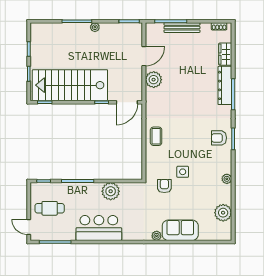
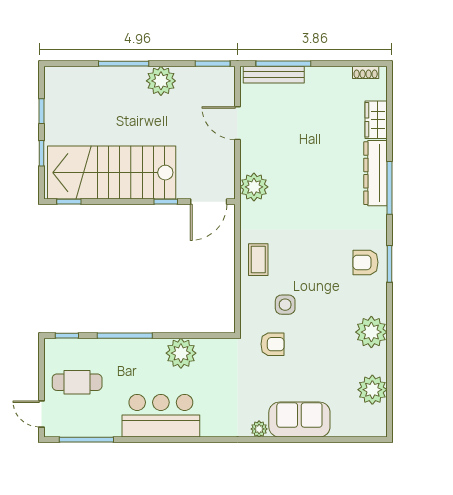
plant: (95, 27) -> (161, 81), width x1.88, depth x1.88
bench: (182, 28) -> (274, 75), moved
door: (144, 56) -> (238, 123), swing flipped
plant: (154, 80) -> (254, 187), moved
side table: (183, 172) -> (285, 305), moved
plant: (227, 179) -> (371, 332), width x1.87, depth x1.87
armchair: (164, 186) -> (272, 344), turned 90

